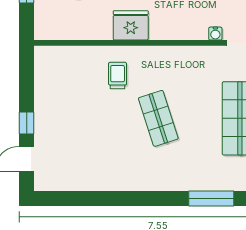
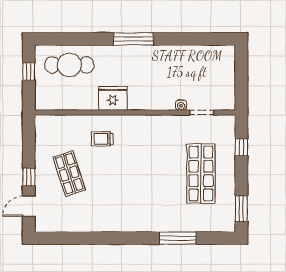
trolley: (118, 76) -> (102, 139), turned -90
shop shelf: (158, 118) -> (69, 173), moved

